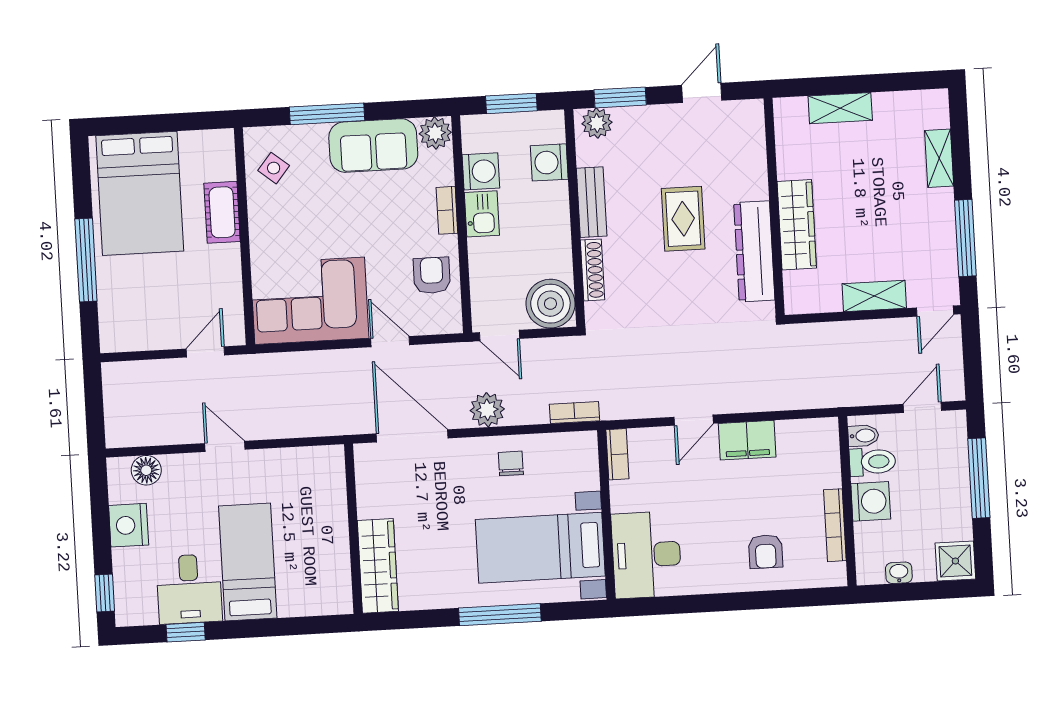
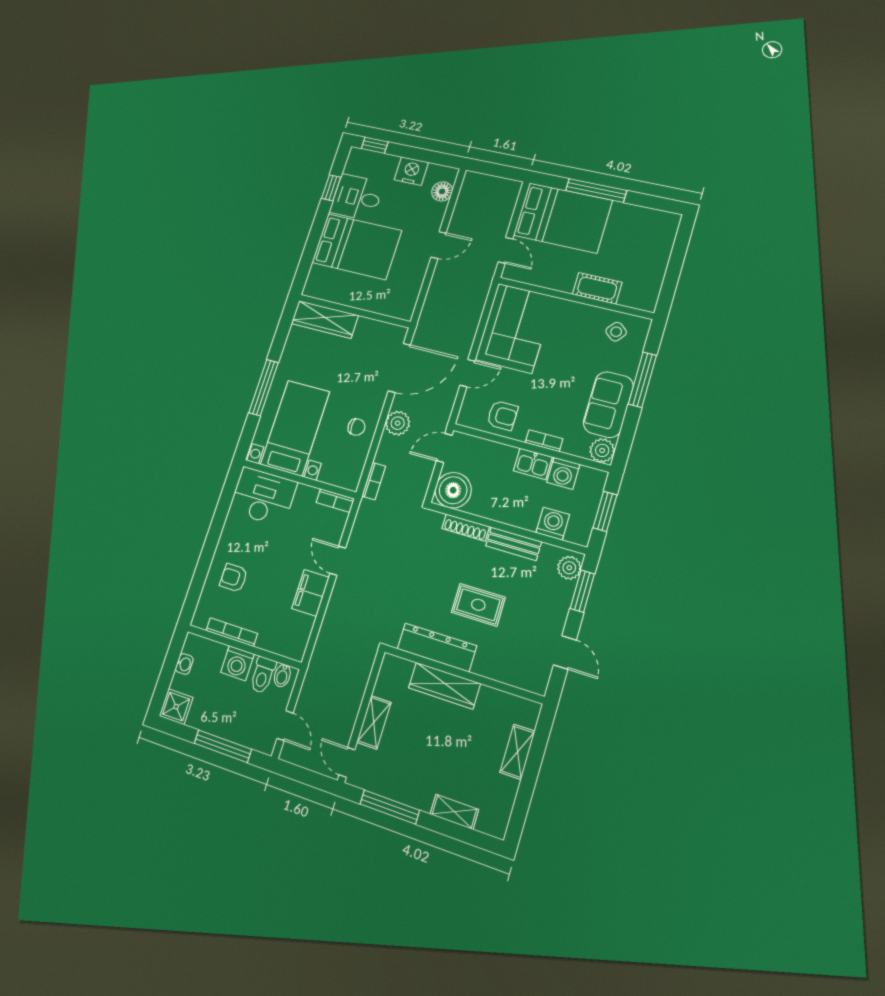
bed: (140, 193) -> (563, 218), moved, turned 180
bed: (248, 562) -> (357, 247), width x1.50

